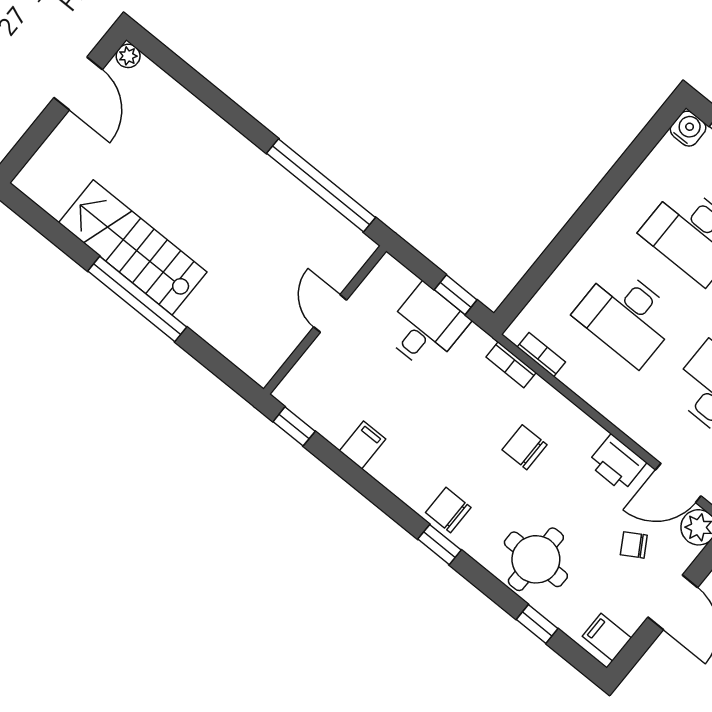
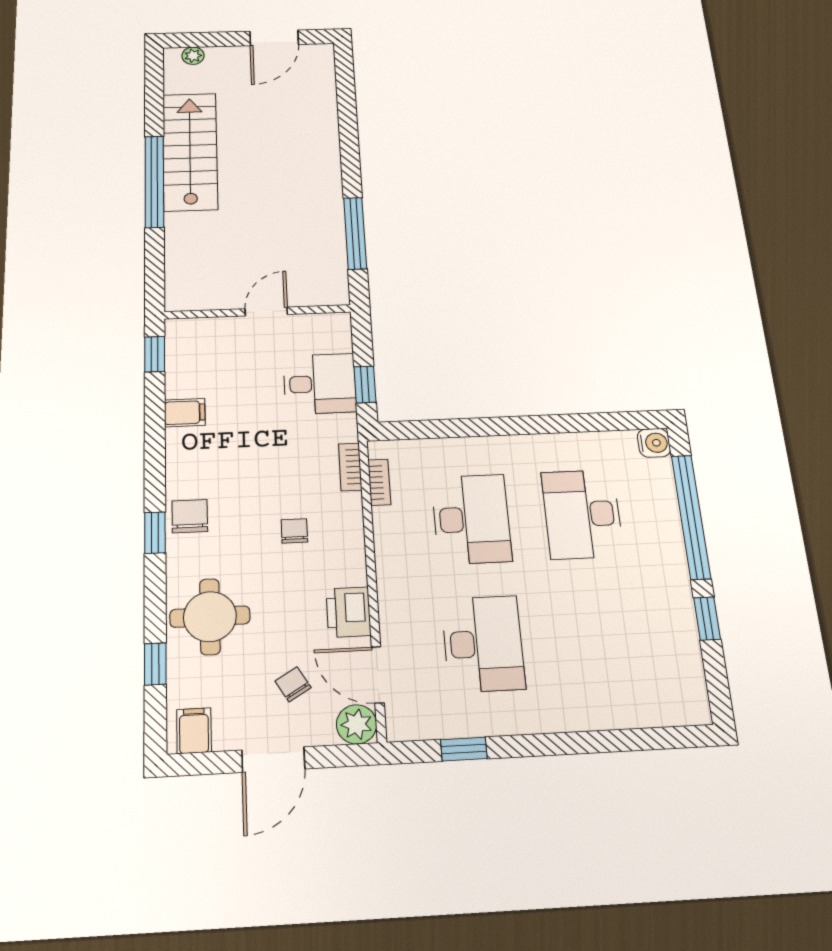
plant: (128, 56) -> (193, 56), moved
window: (321, 185) -> (355, 233), width x0.68
desk: (627, 316) -> (471, 519), turned 180
chair: (524, 447) -> (294, 531), width x0.73, depth x0.73

